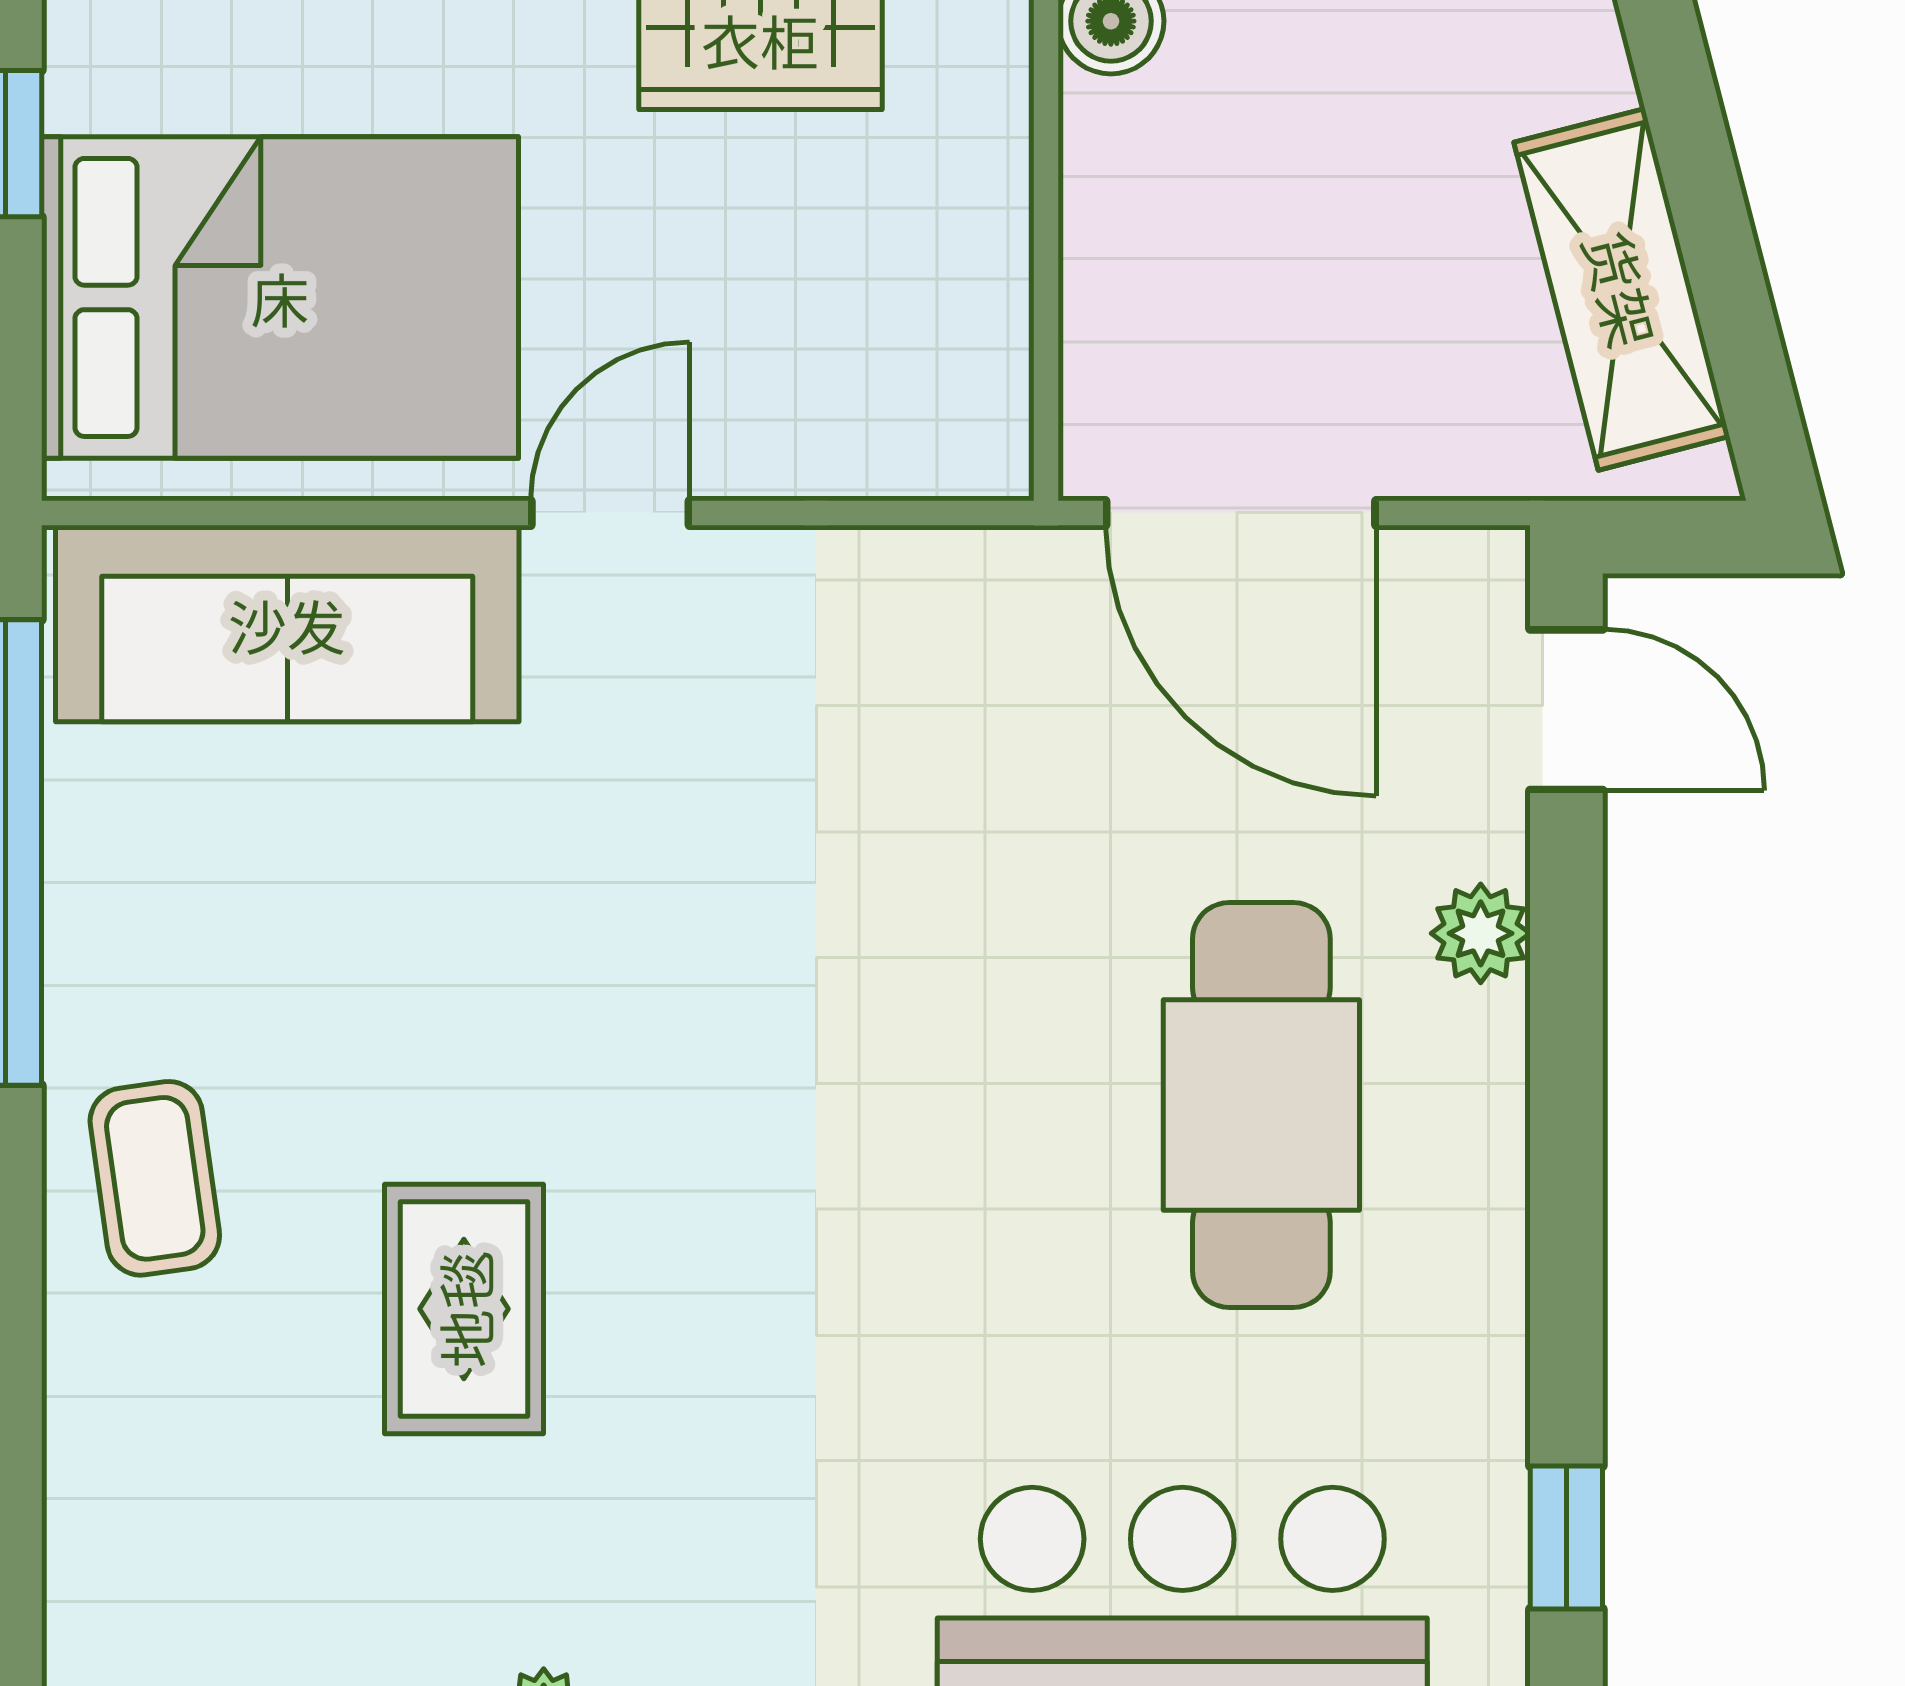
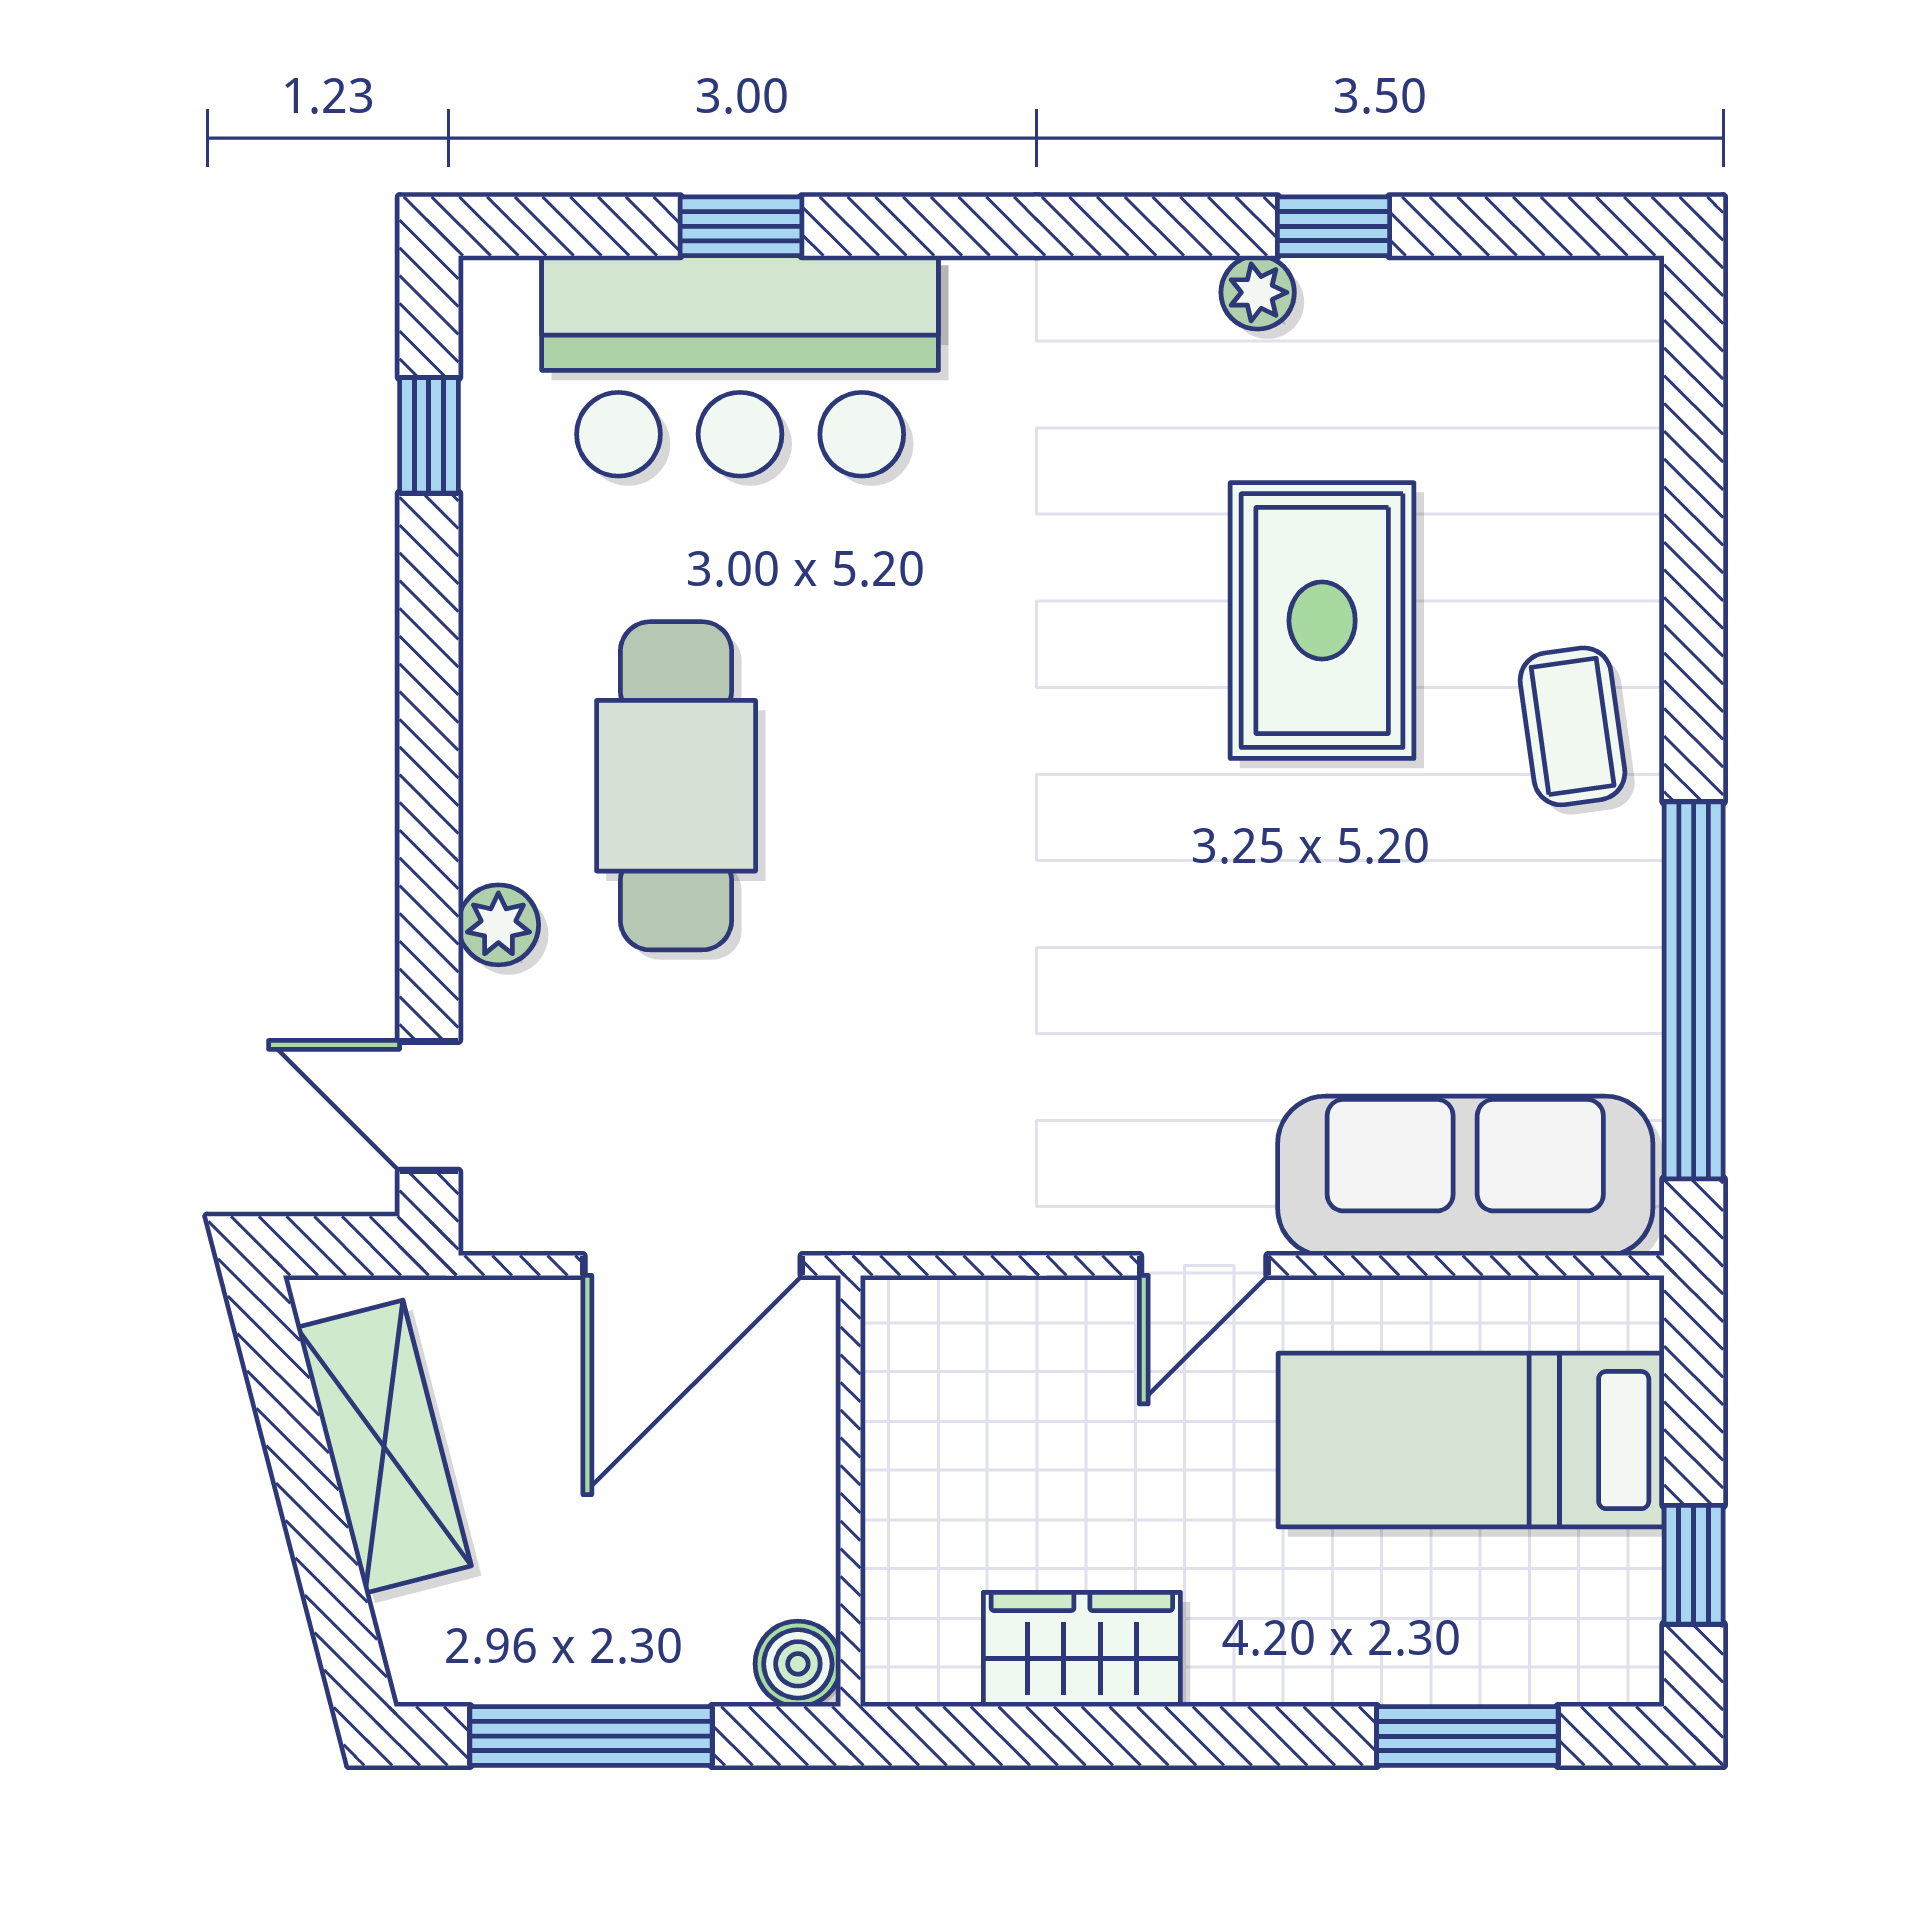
bed: (280, 297) -> (1471, 1440), width x0.67
door: (1241, 513) -> (693, 1265), swing flipped
rug: (464, 1309) -> (1322, 621), width x1.36, depth x1.43

